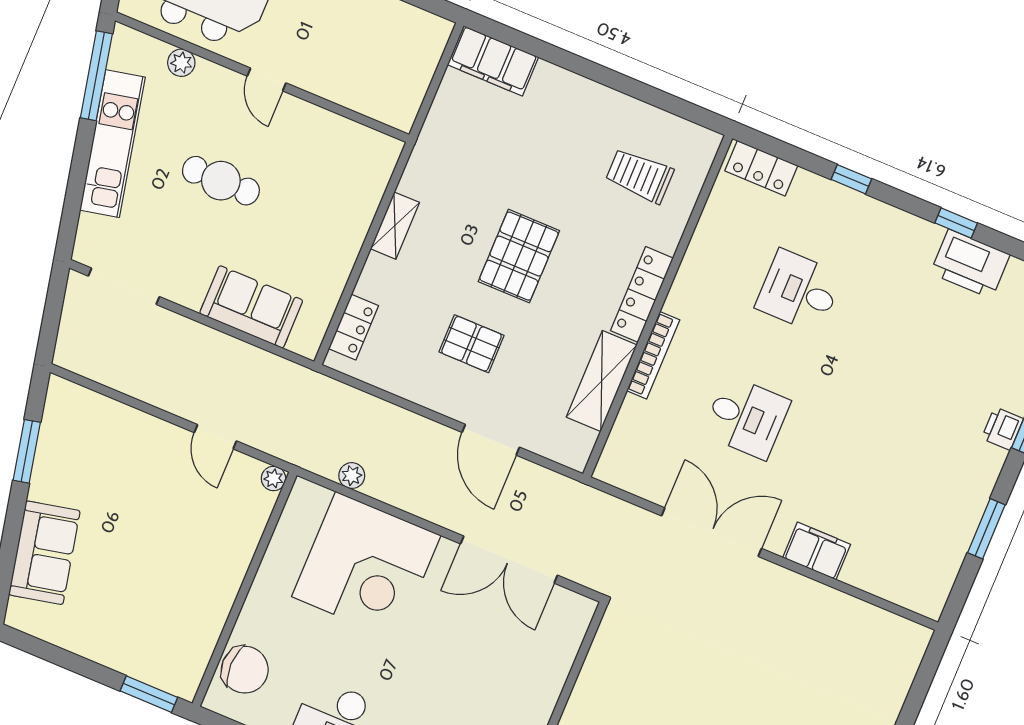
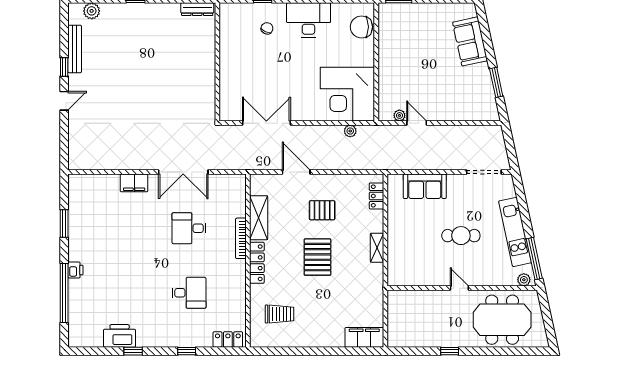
plant: (181, 63) -> (524, 280), moved
plant: (273, 478) -> (399, 115), moved
corner desk: (366, 566) -> (347, 94), moved, turned -90

